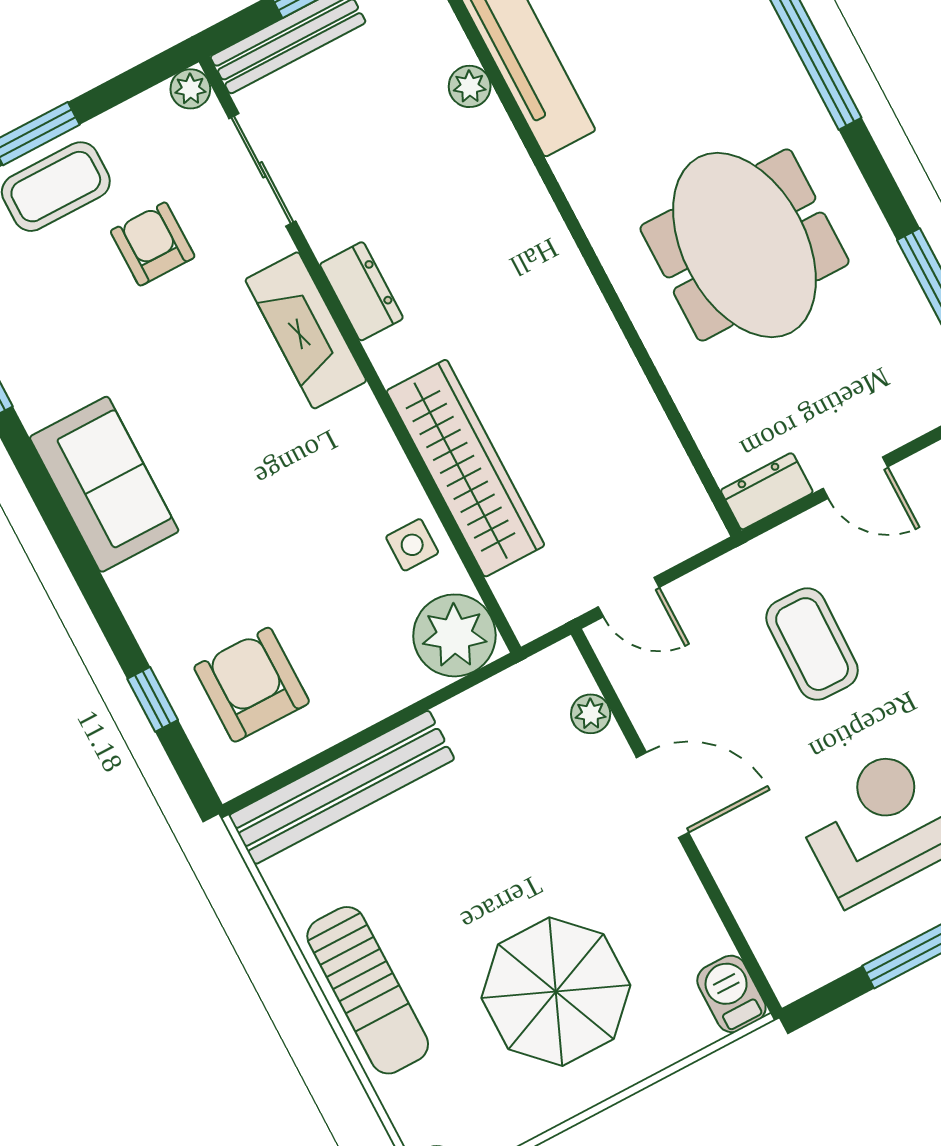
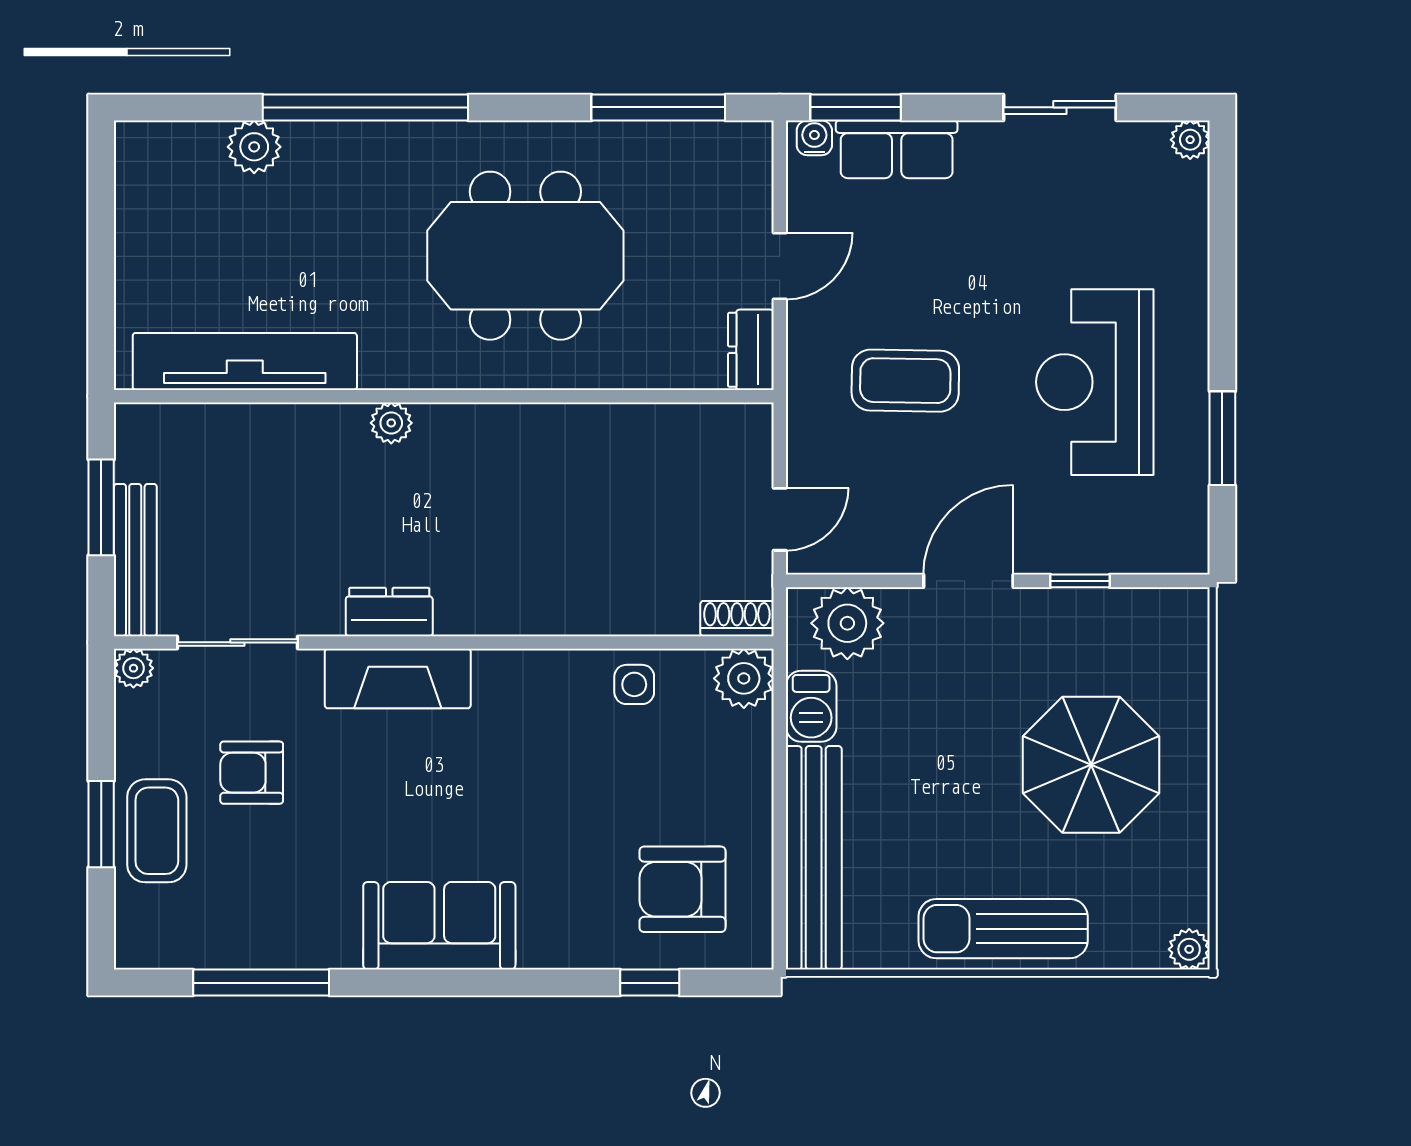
plant: (470, 86) -> (391, 423), moved
wardrobe: (466, 468) -> (592, 602), removed
shoe rack: (520, 606) -> (737, 619), added
plant: (454, 635) -> (744, 678), width x0.73, depth x0.73
plant: (591, 714) -> (847, 623), width x1.88, depth x1.88
window: (715, 895) -> (1080, 581), added
sun lounger: (368, 990) -> (1003, 929), turned 180
barbecue: (731, 994) -> (811, 706), moved, turned -90

